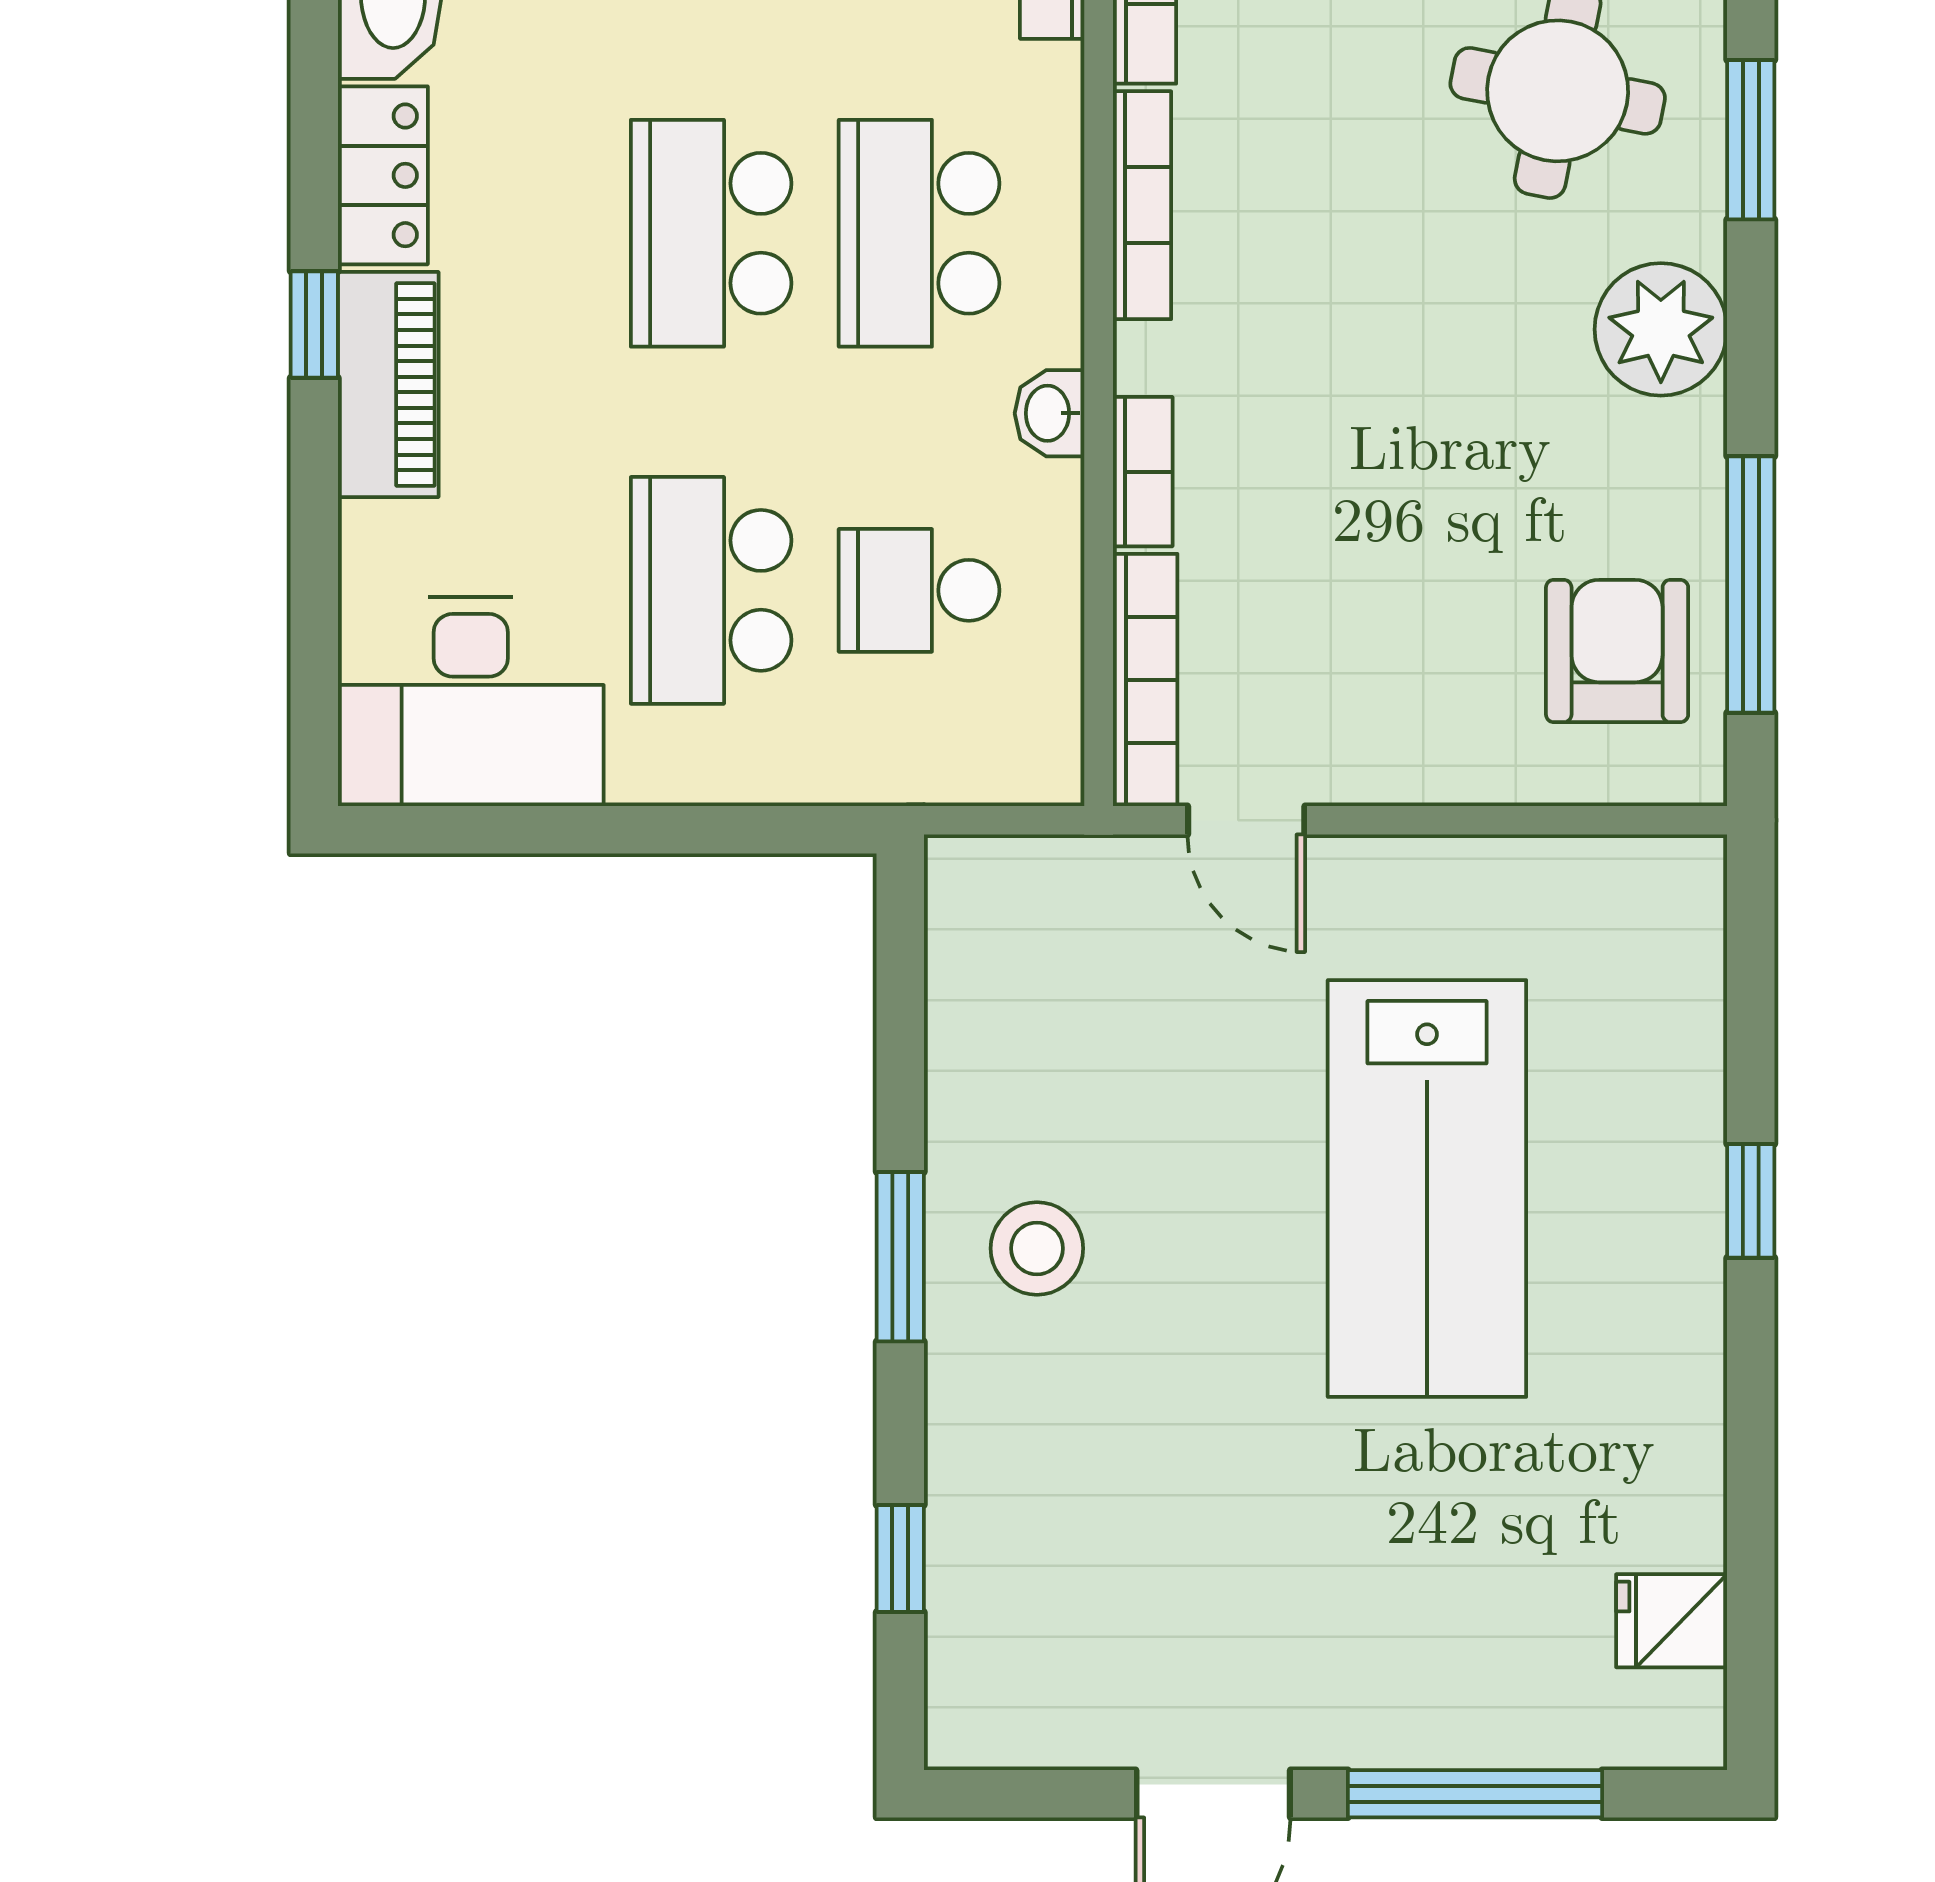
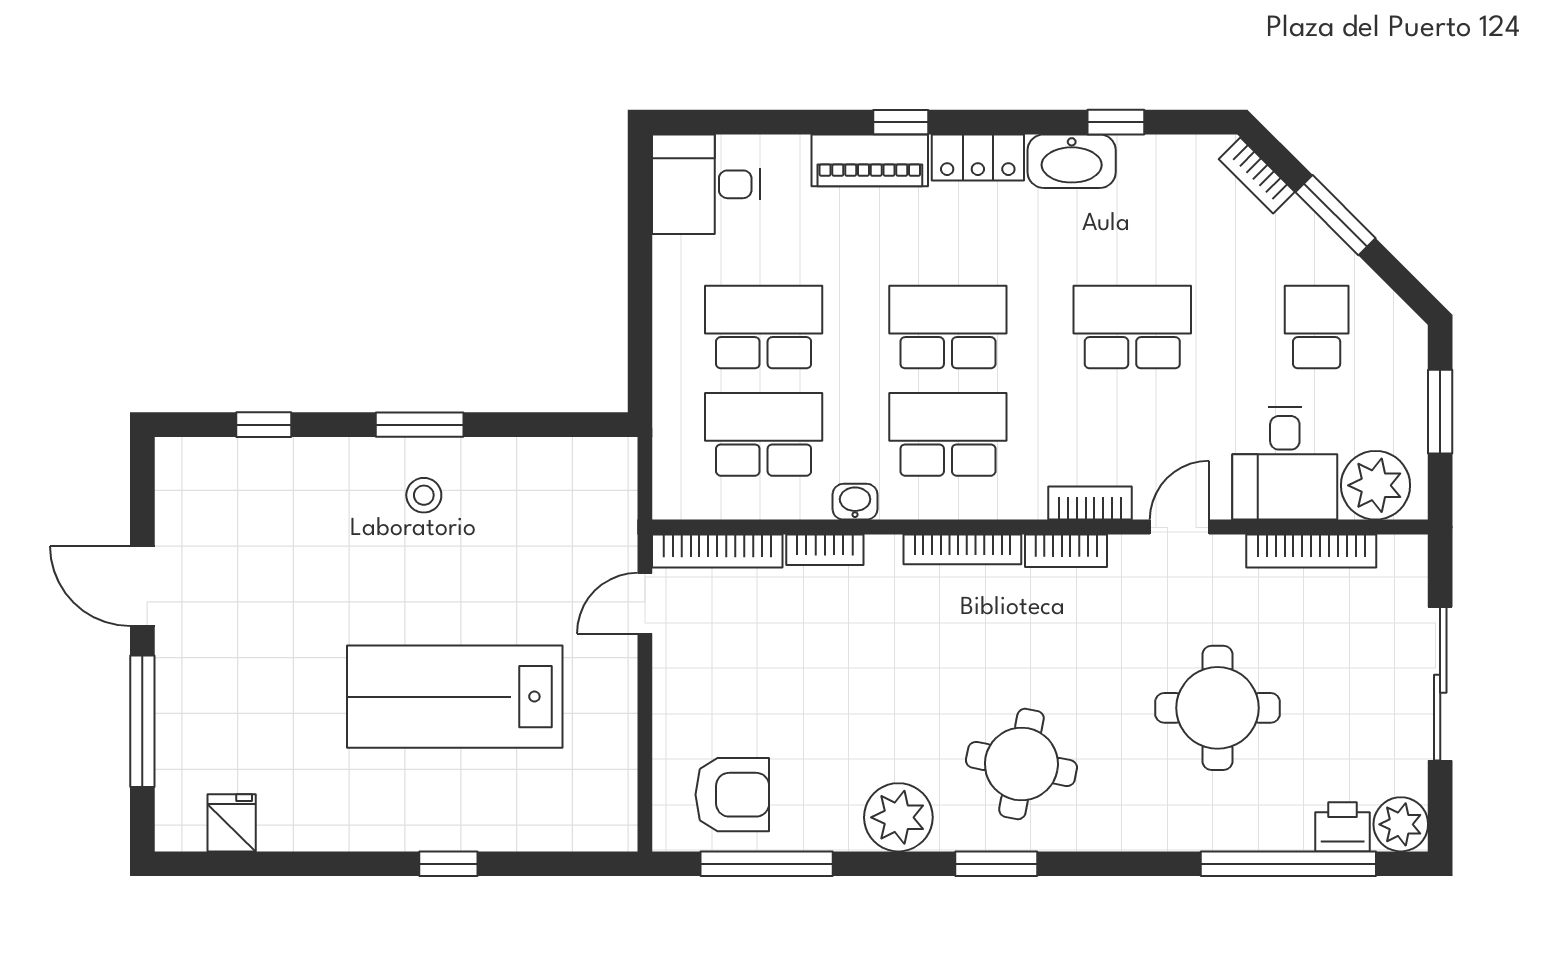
school desk: (919, 590) -> (764, 434), width x1.85
desk: (471, 702) -> (706, 184), width x0.73
stool: (1037, 1248) -> (424, 495), width x0.73, depth x0.73

